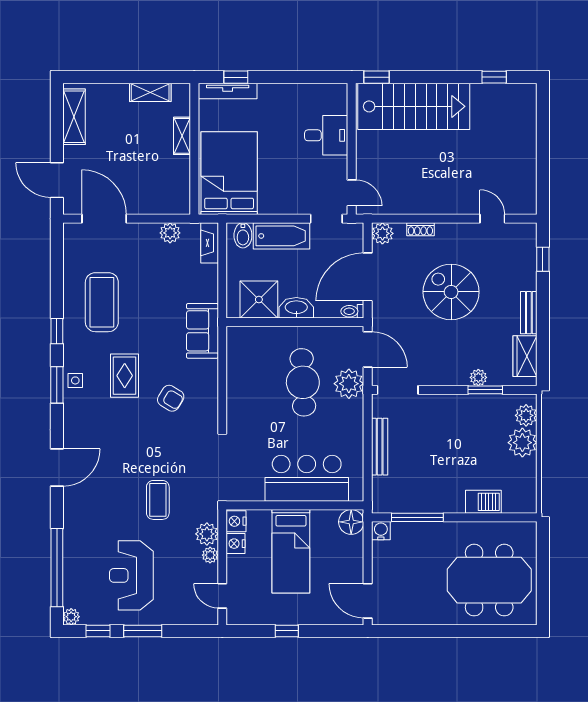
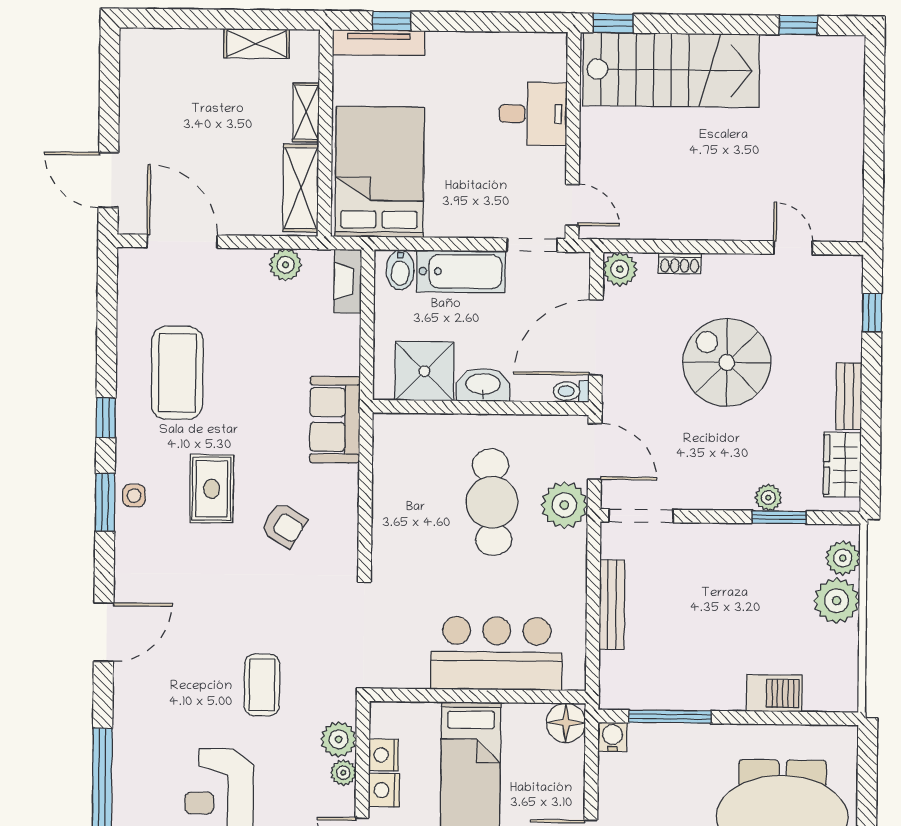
shelving: (74, 117) -> (301, 188), moved
nightstand: (236, 521) -> (384, 790), moved

